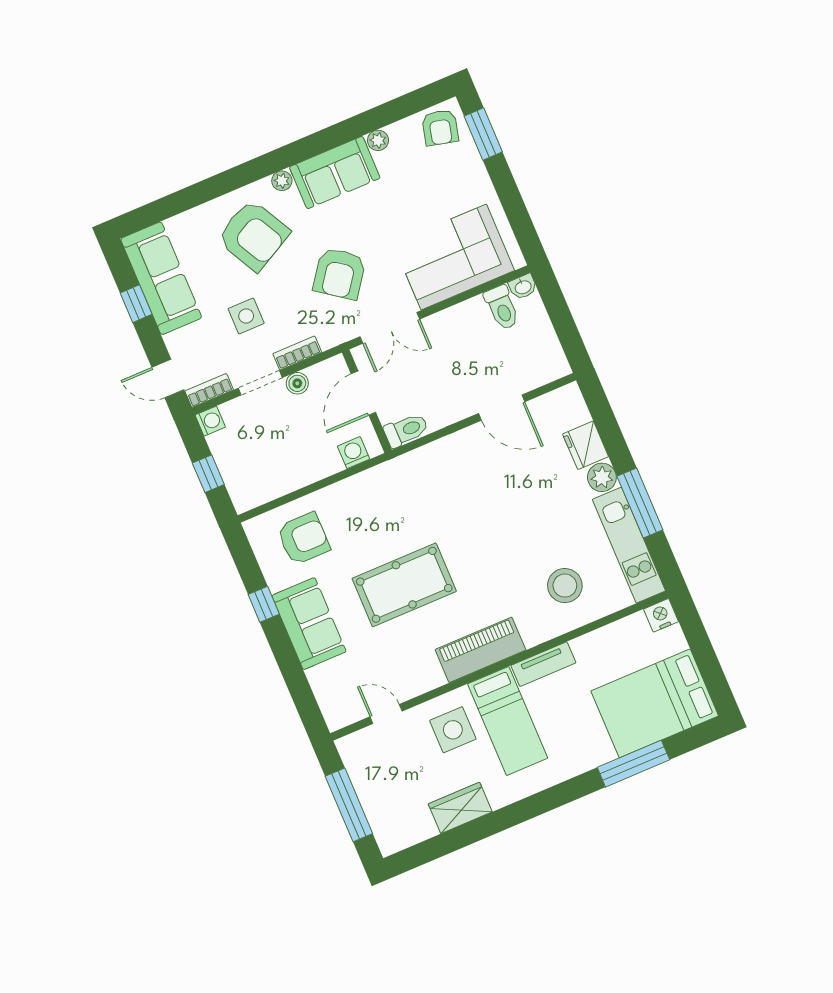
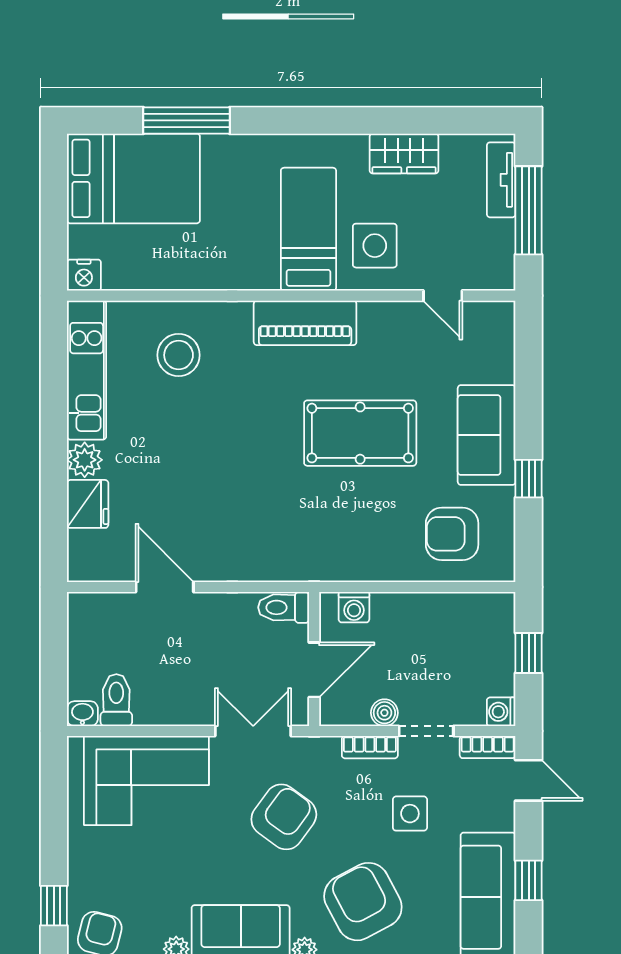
window: (483, 134) -> (54, 906), width x0.67
window: (640, 503) -> (54, 412), removed
tv unit: (543, 664) -> (501, 180), moved, turned -90

